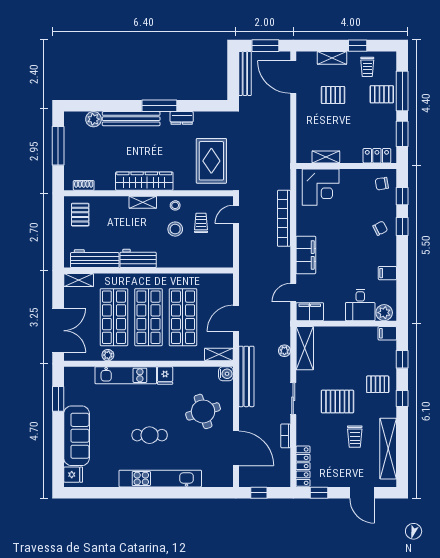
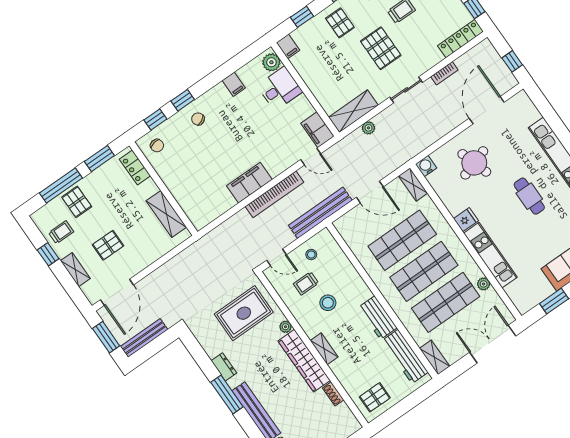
pallet: (333, 95) -> (108, 245), turned 90
shelving: (326, 157) -> (166, 214), width x1.50, depth x1.33
shoe rack: (84, 185) -> (333, 394), moved
plant: (179, 185) -> (286, 327), added
corner desk: (321, 187) -> (199, 198), removed
stool: (175, 205) -> (311, 255), moved
bookcase: (284, 218) -> (274, 194), moved
filing cabinet: (306, 255) -> (249, 183), moved
bench: (246, 376) -> (320, 213), moved

